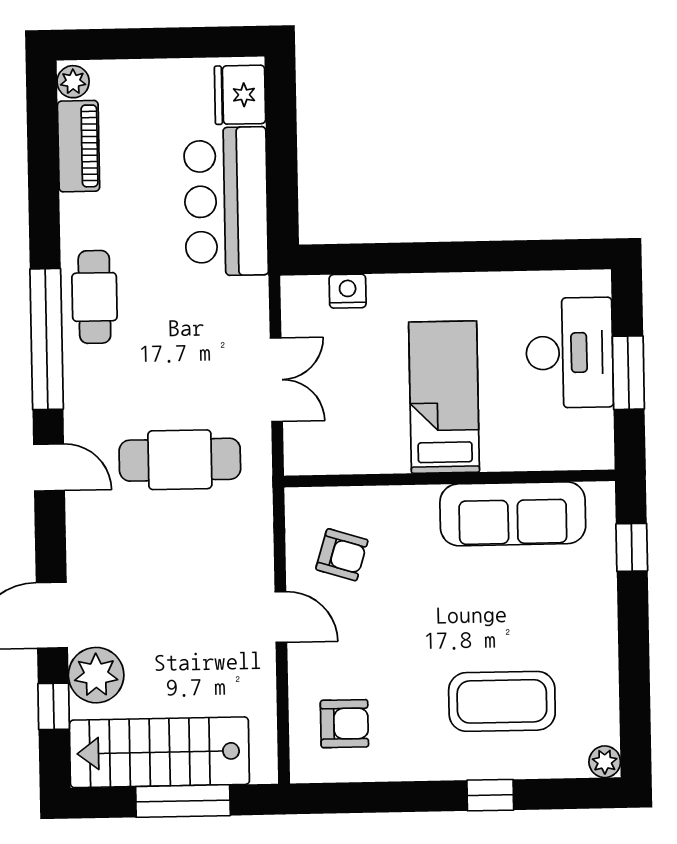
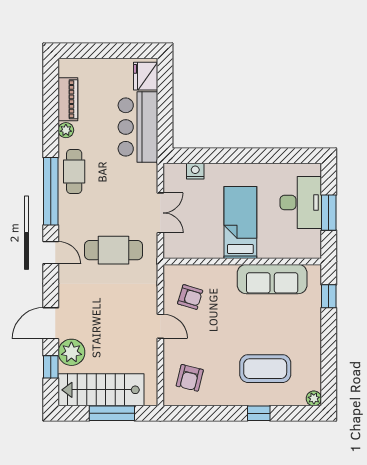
plant: (73, 82) -> (66, 130), moved
armchair: (344, 724) -> (190, 378), turned 104

